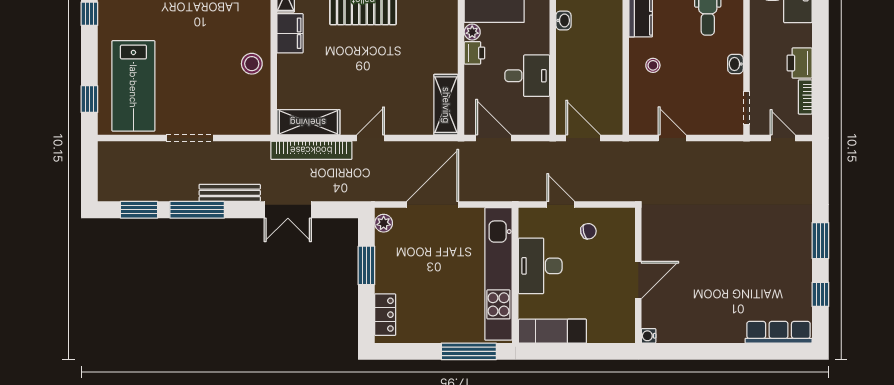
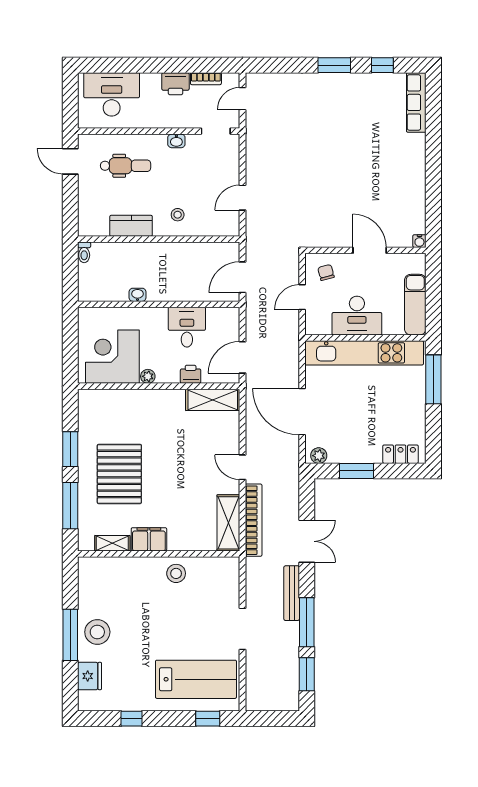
printer: (474, 53) -> (191, 374), moved
wall: (638, 275) -> (365, 250), moved
door: (638, 280) -> (370, 250), moved
water cooler: (649, 336) -> (419, 241), moved

